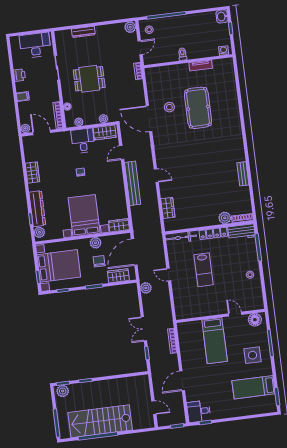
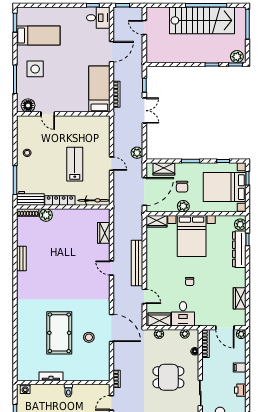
door: (122, 153) -> (144, 296), hinge flipped
wardrobe: (32, 173) -> (240, 298), moved
bed: (215, 341) -> (99, 89), moved

